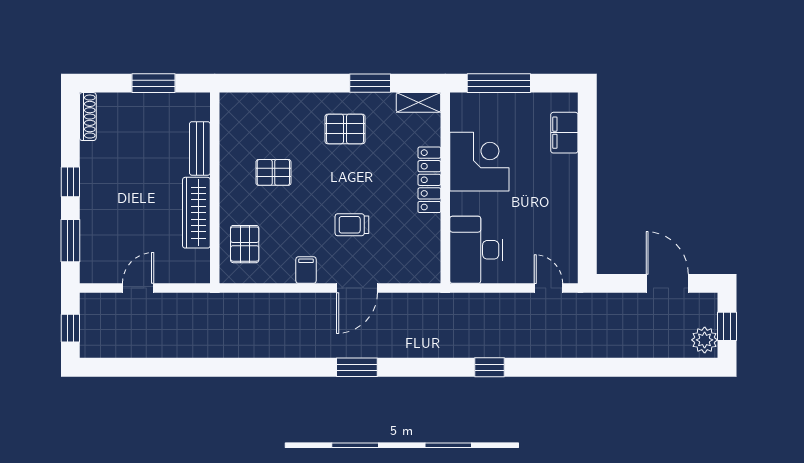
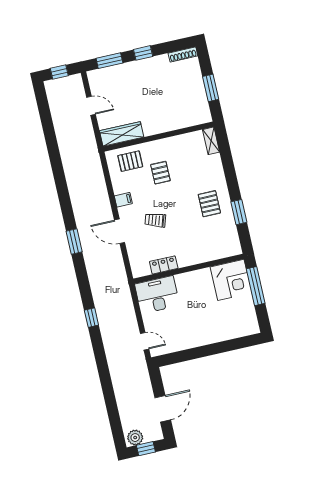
shelving: (418, 102) -> (211, 141), moved
filing cabinet: (564, 133) -> (236, 330), removed
bench: (200, 148) -> (179, 123), removed
corner desk: (479, 162) -> (231, 280), moved
pallet: (273, 172) -> (160, 173), moved
locker: (429, 180) -> (164, 265), moved, width x0.66
wardrobe: (196, 213) -> (122, 134), moved
trolley: (352, 225) -> (155, 220), turned -72
door: (549, 288) -> (145, 341), hinge flipped

